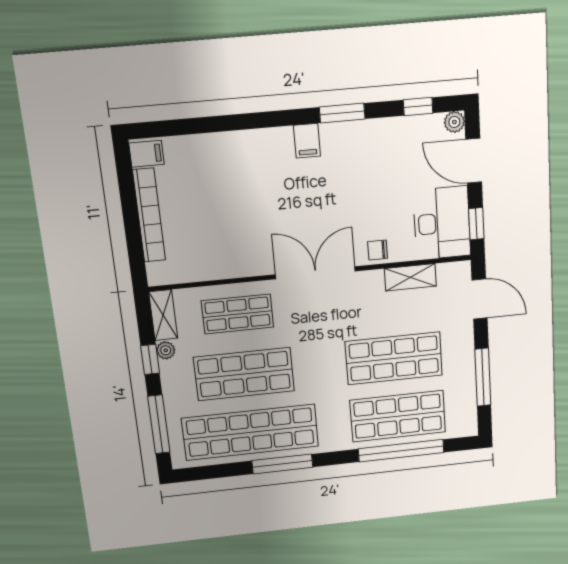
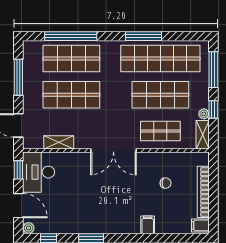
filing cabinet: (307, 141) -> (148, 225), moved
chair: (378, 250) -> (166, 183), moved

